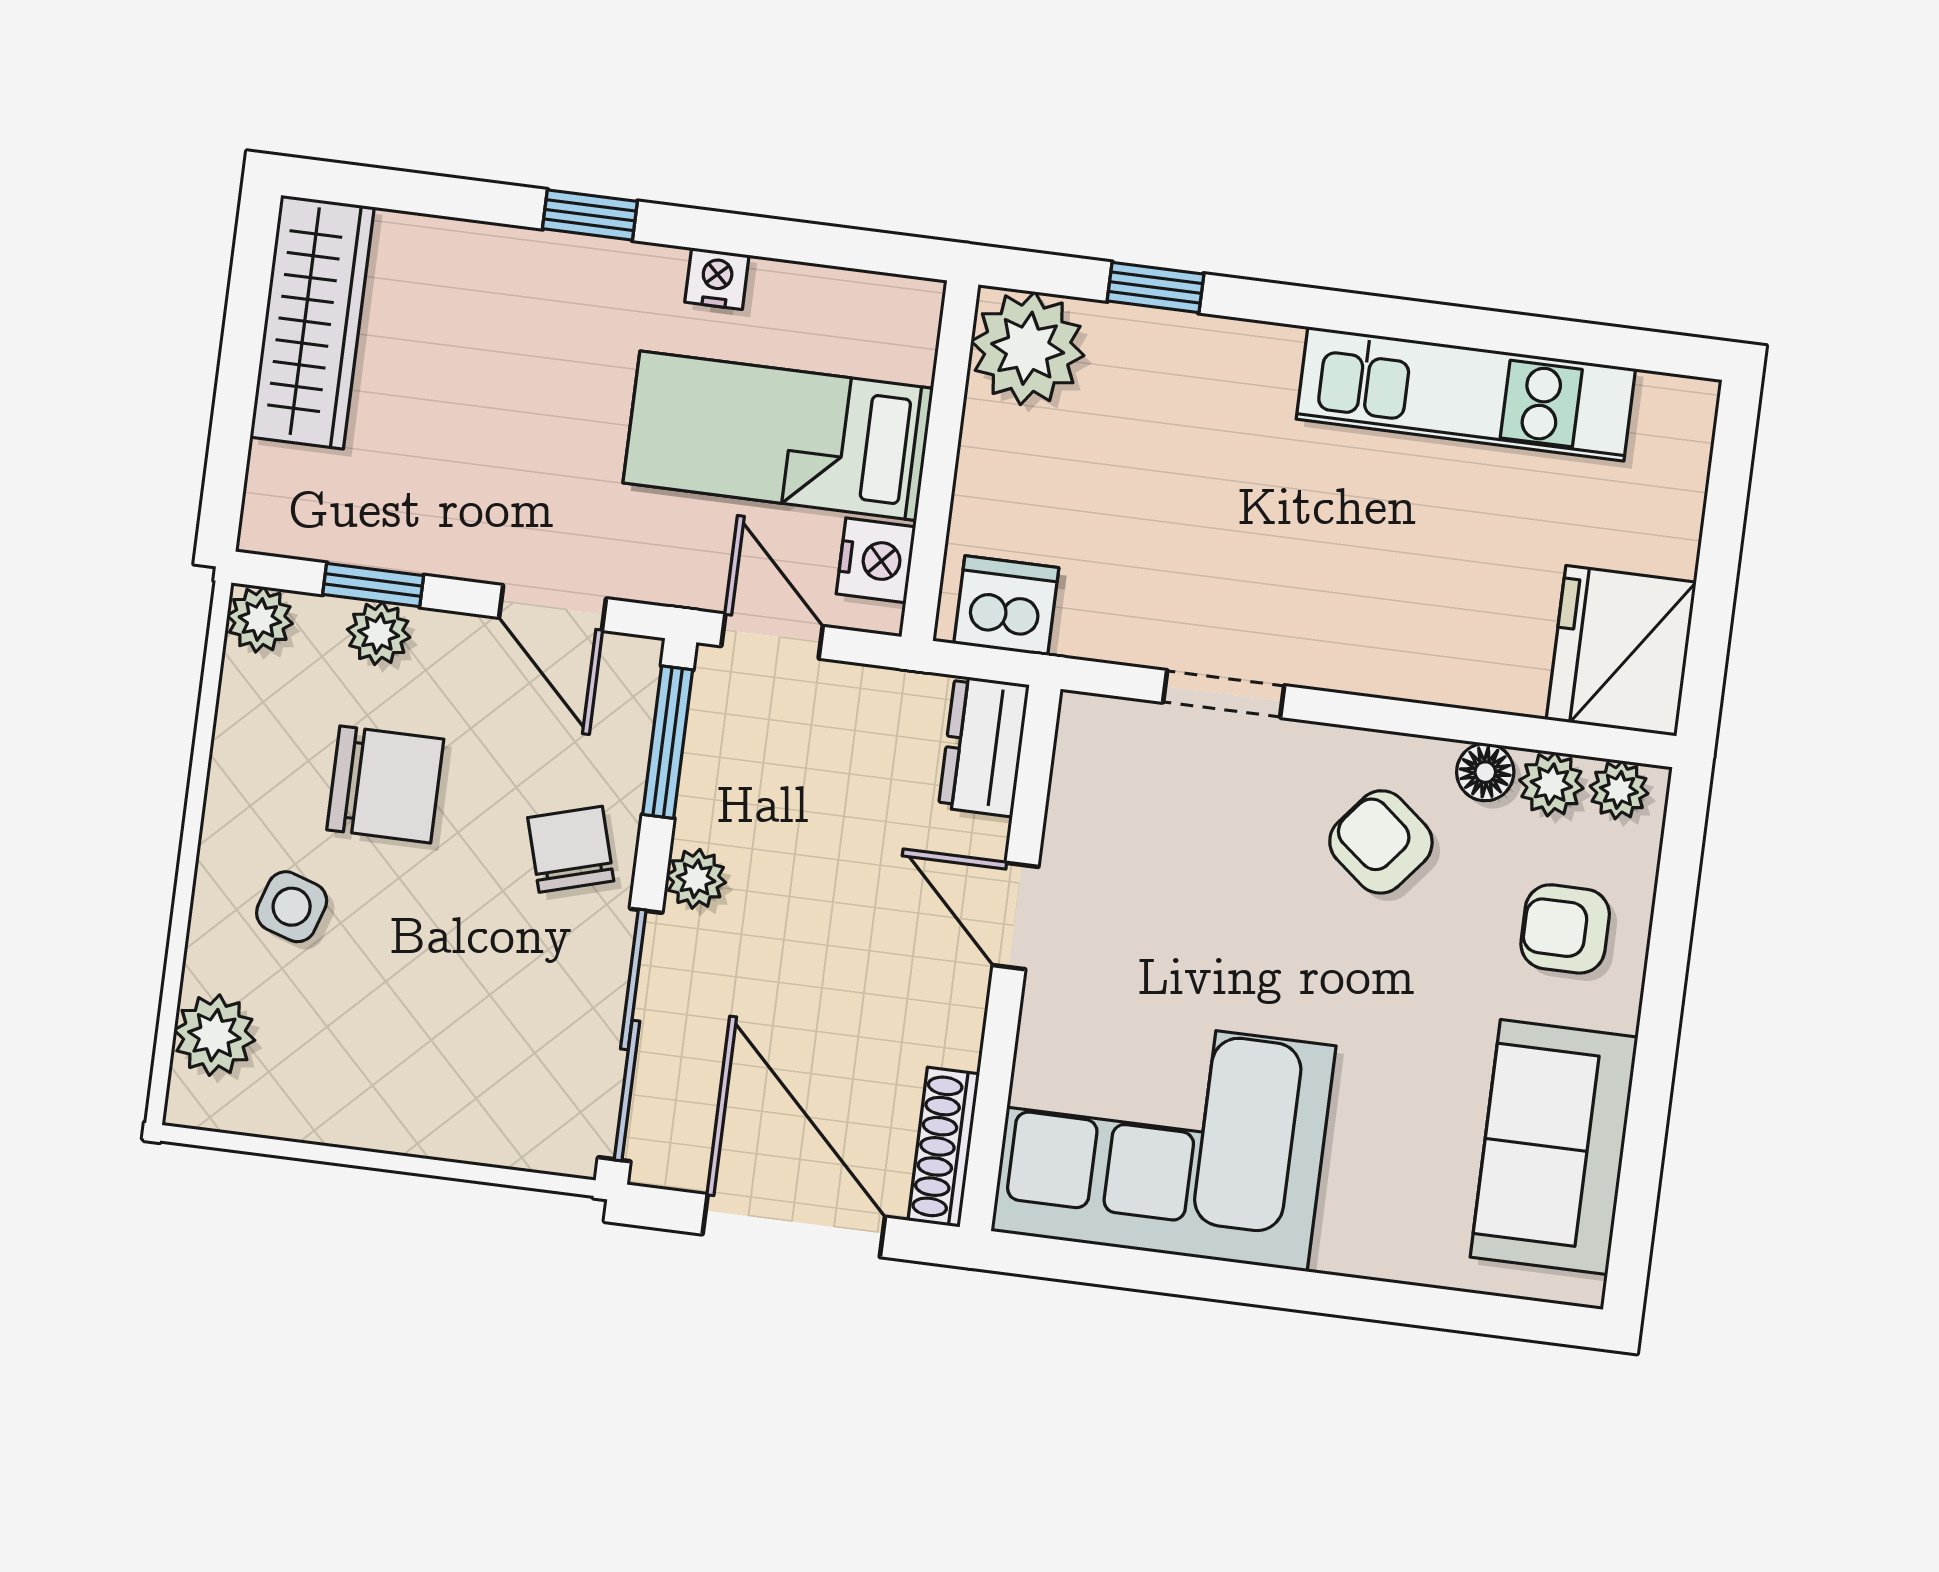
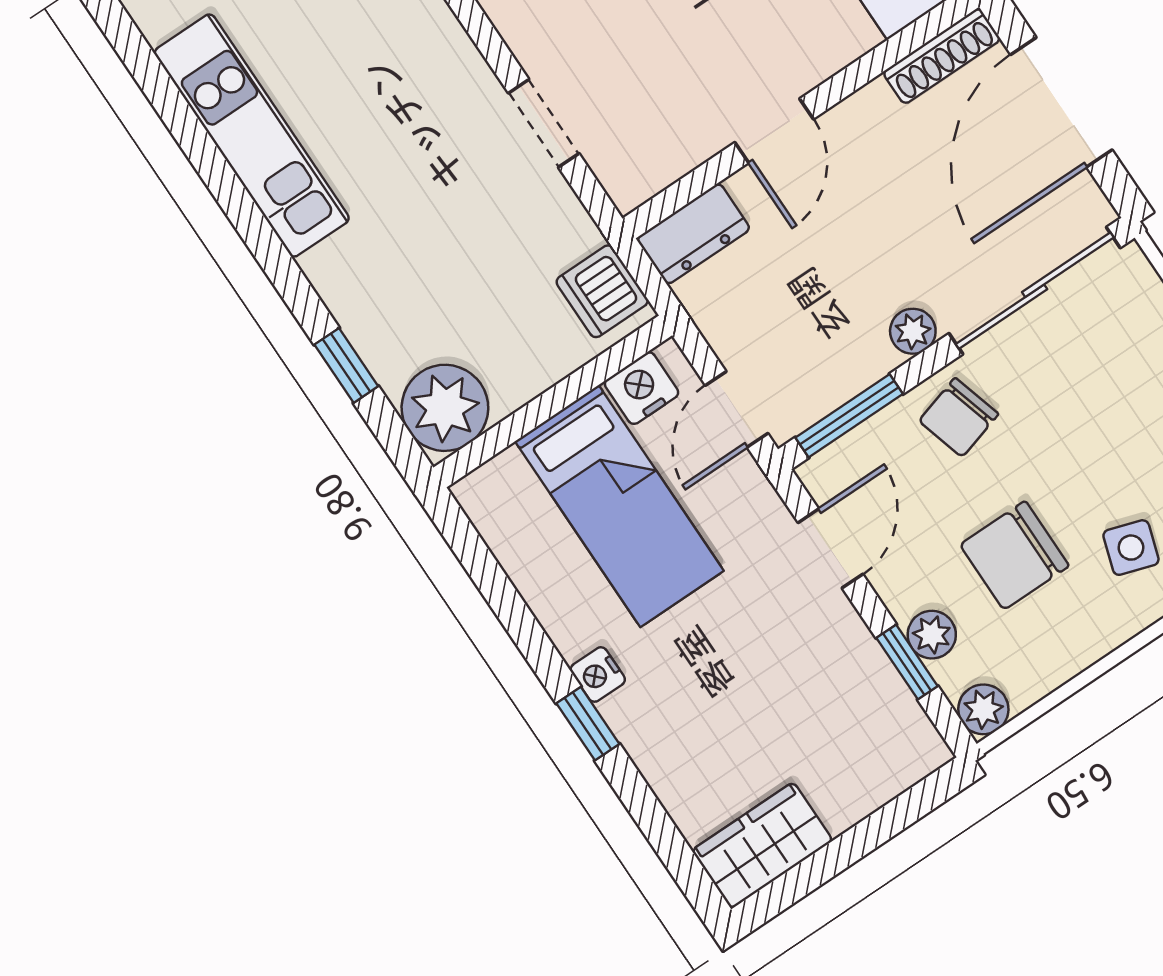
nightstand: (717, 279) -> (598, 674), moved
wardrobe: (312, 322) -> (762, 845), width x0.67
chair: (385, 784) -> (1014, 555), turned -90

